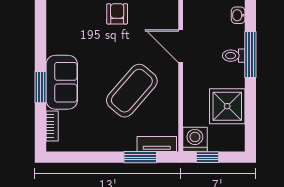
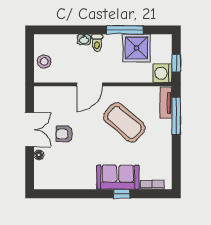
washbasin: (238, 15) -> (84, 39), moved
window: (250, 55) -> (125, 30), moved
window: (41, 87) -> (122, 194), width x0.67
window: (140, 157) -> (176, 116), width x1.44

